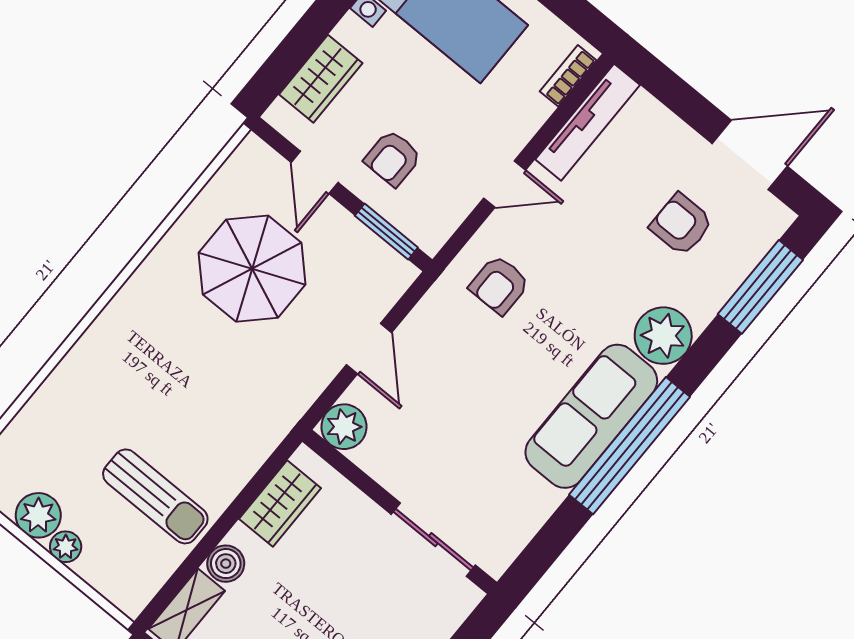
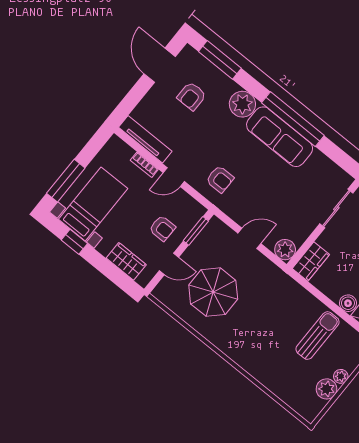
bookcase: (568, 76) -> (144, 165), moved
door: (505, 184) -> (174, 177), swing flipped
wardrobe: (280, 504) -> (311, 261), moved, turned 90

